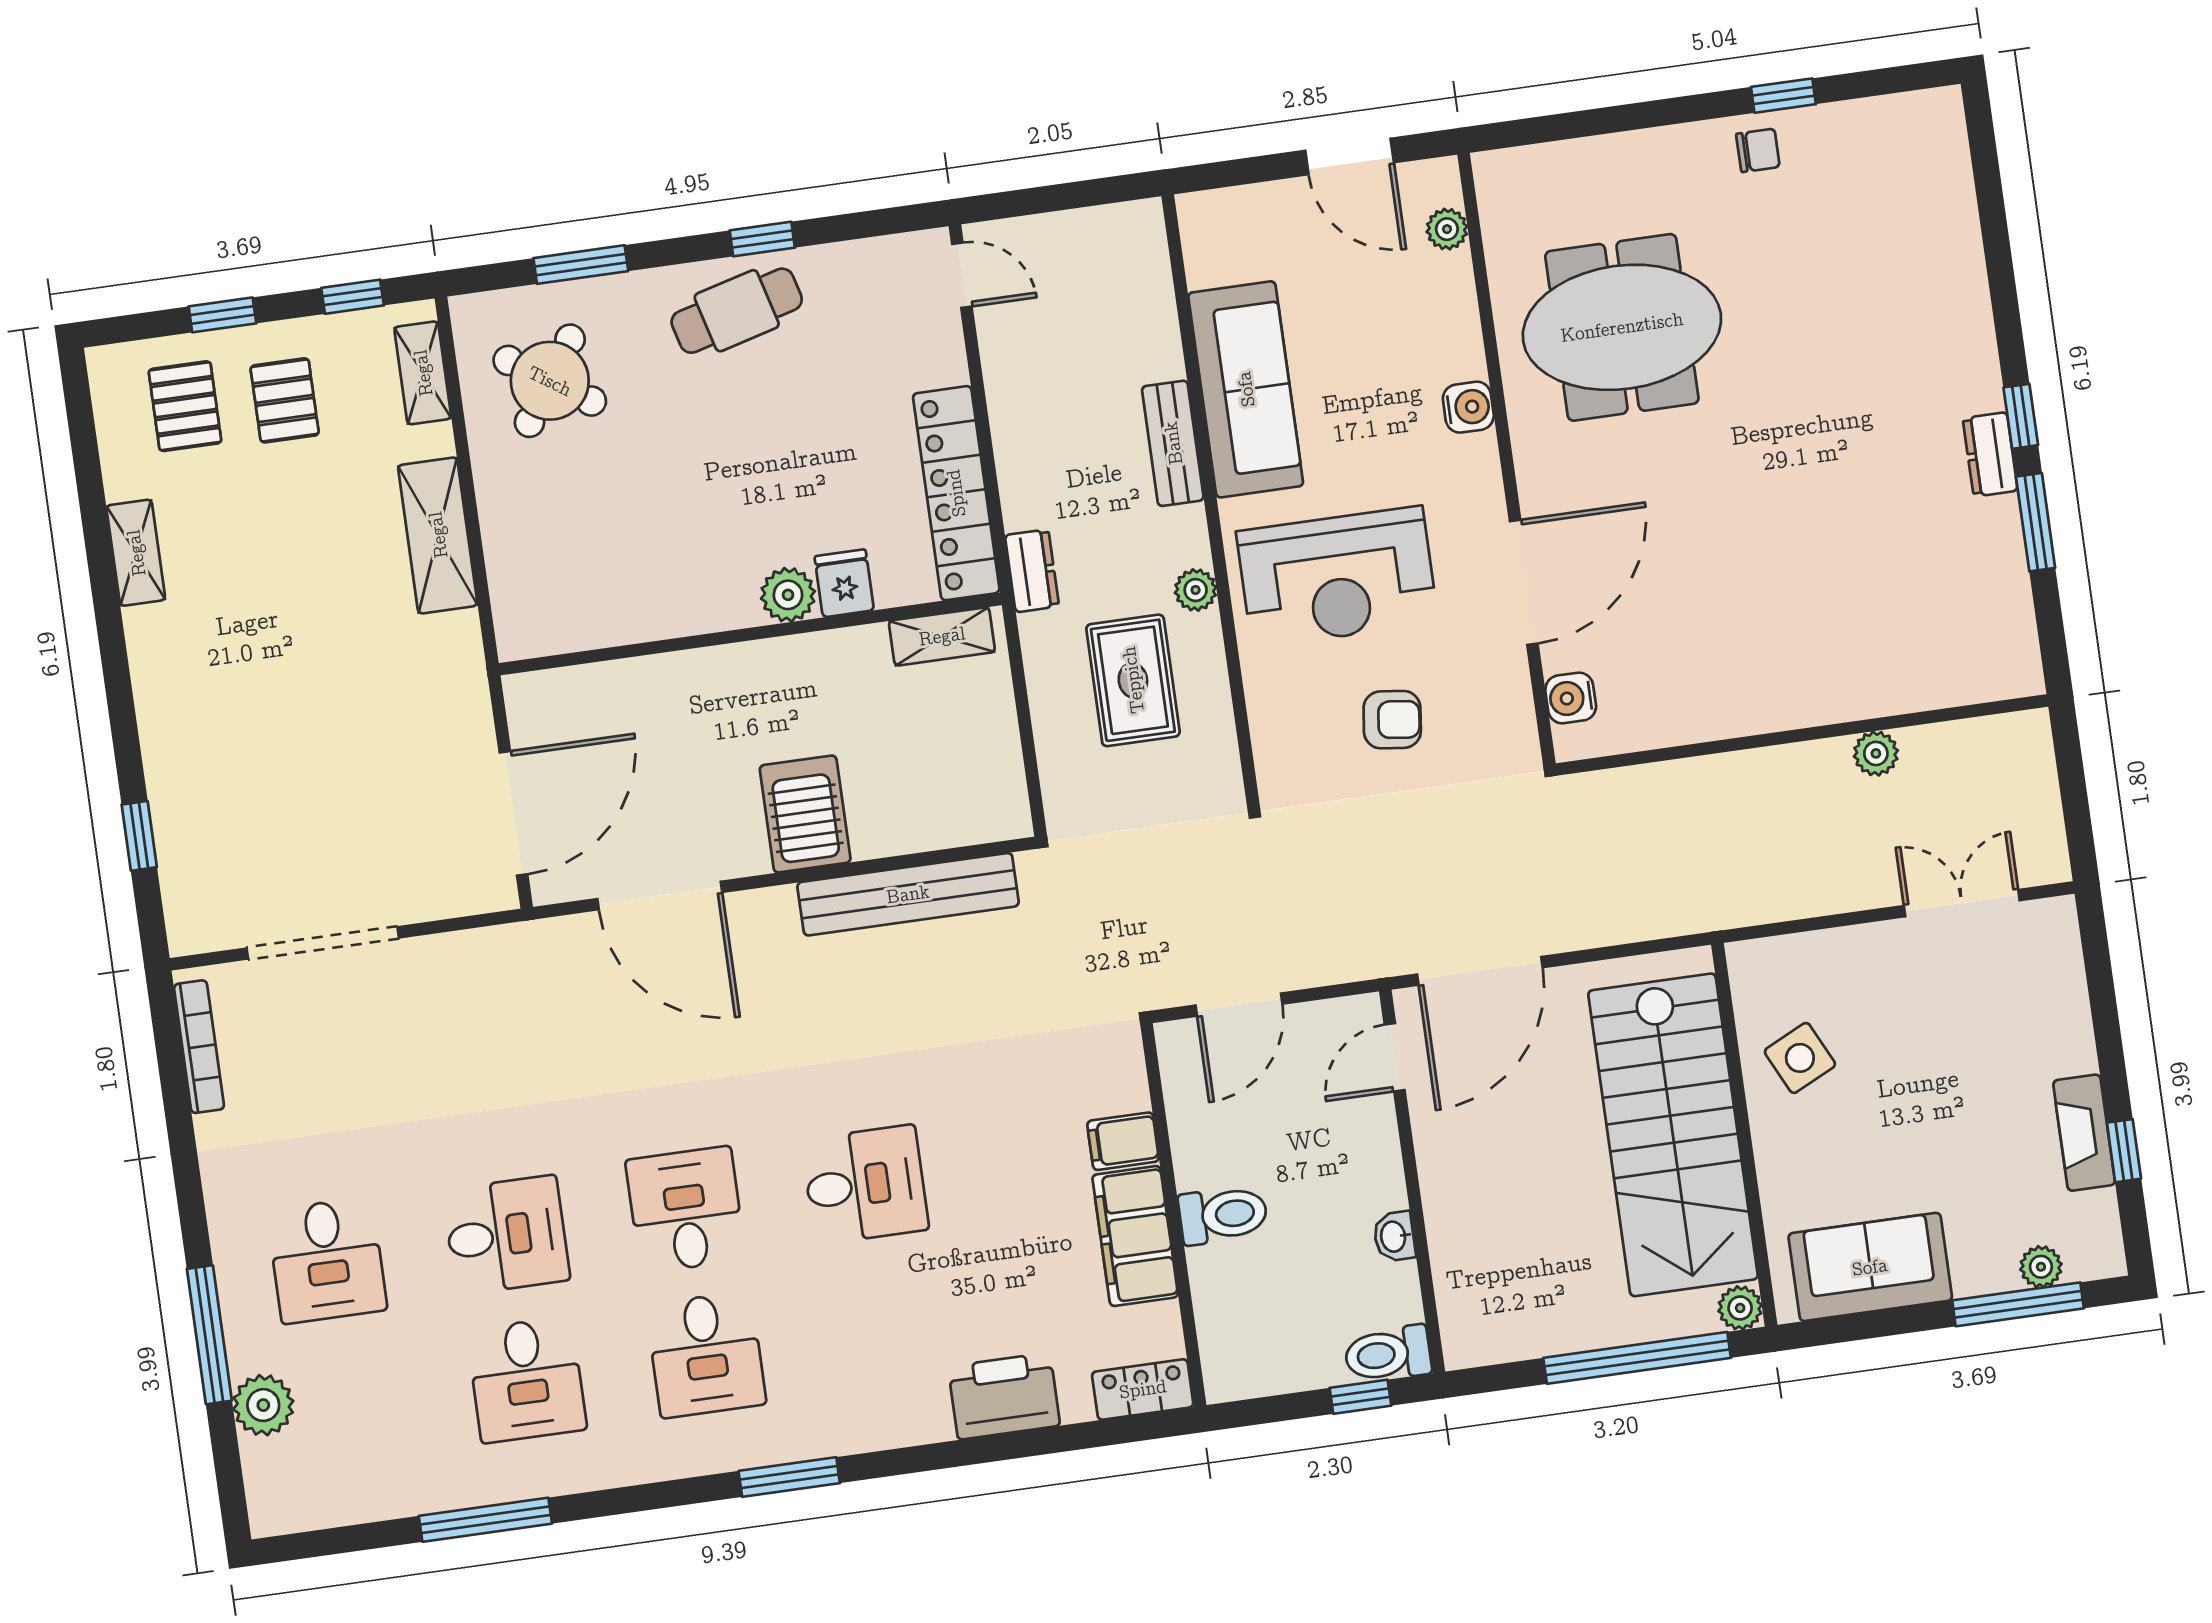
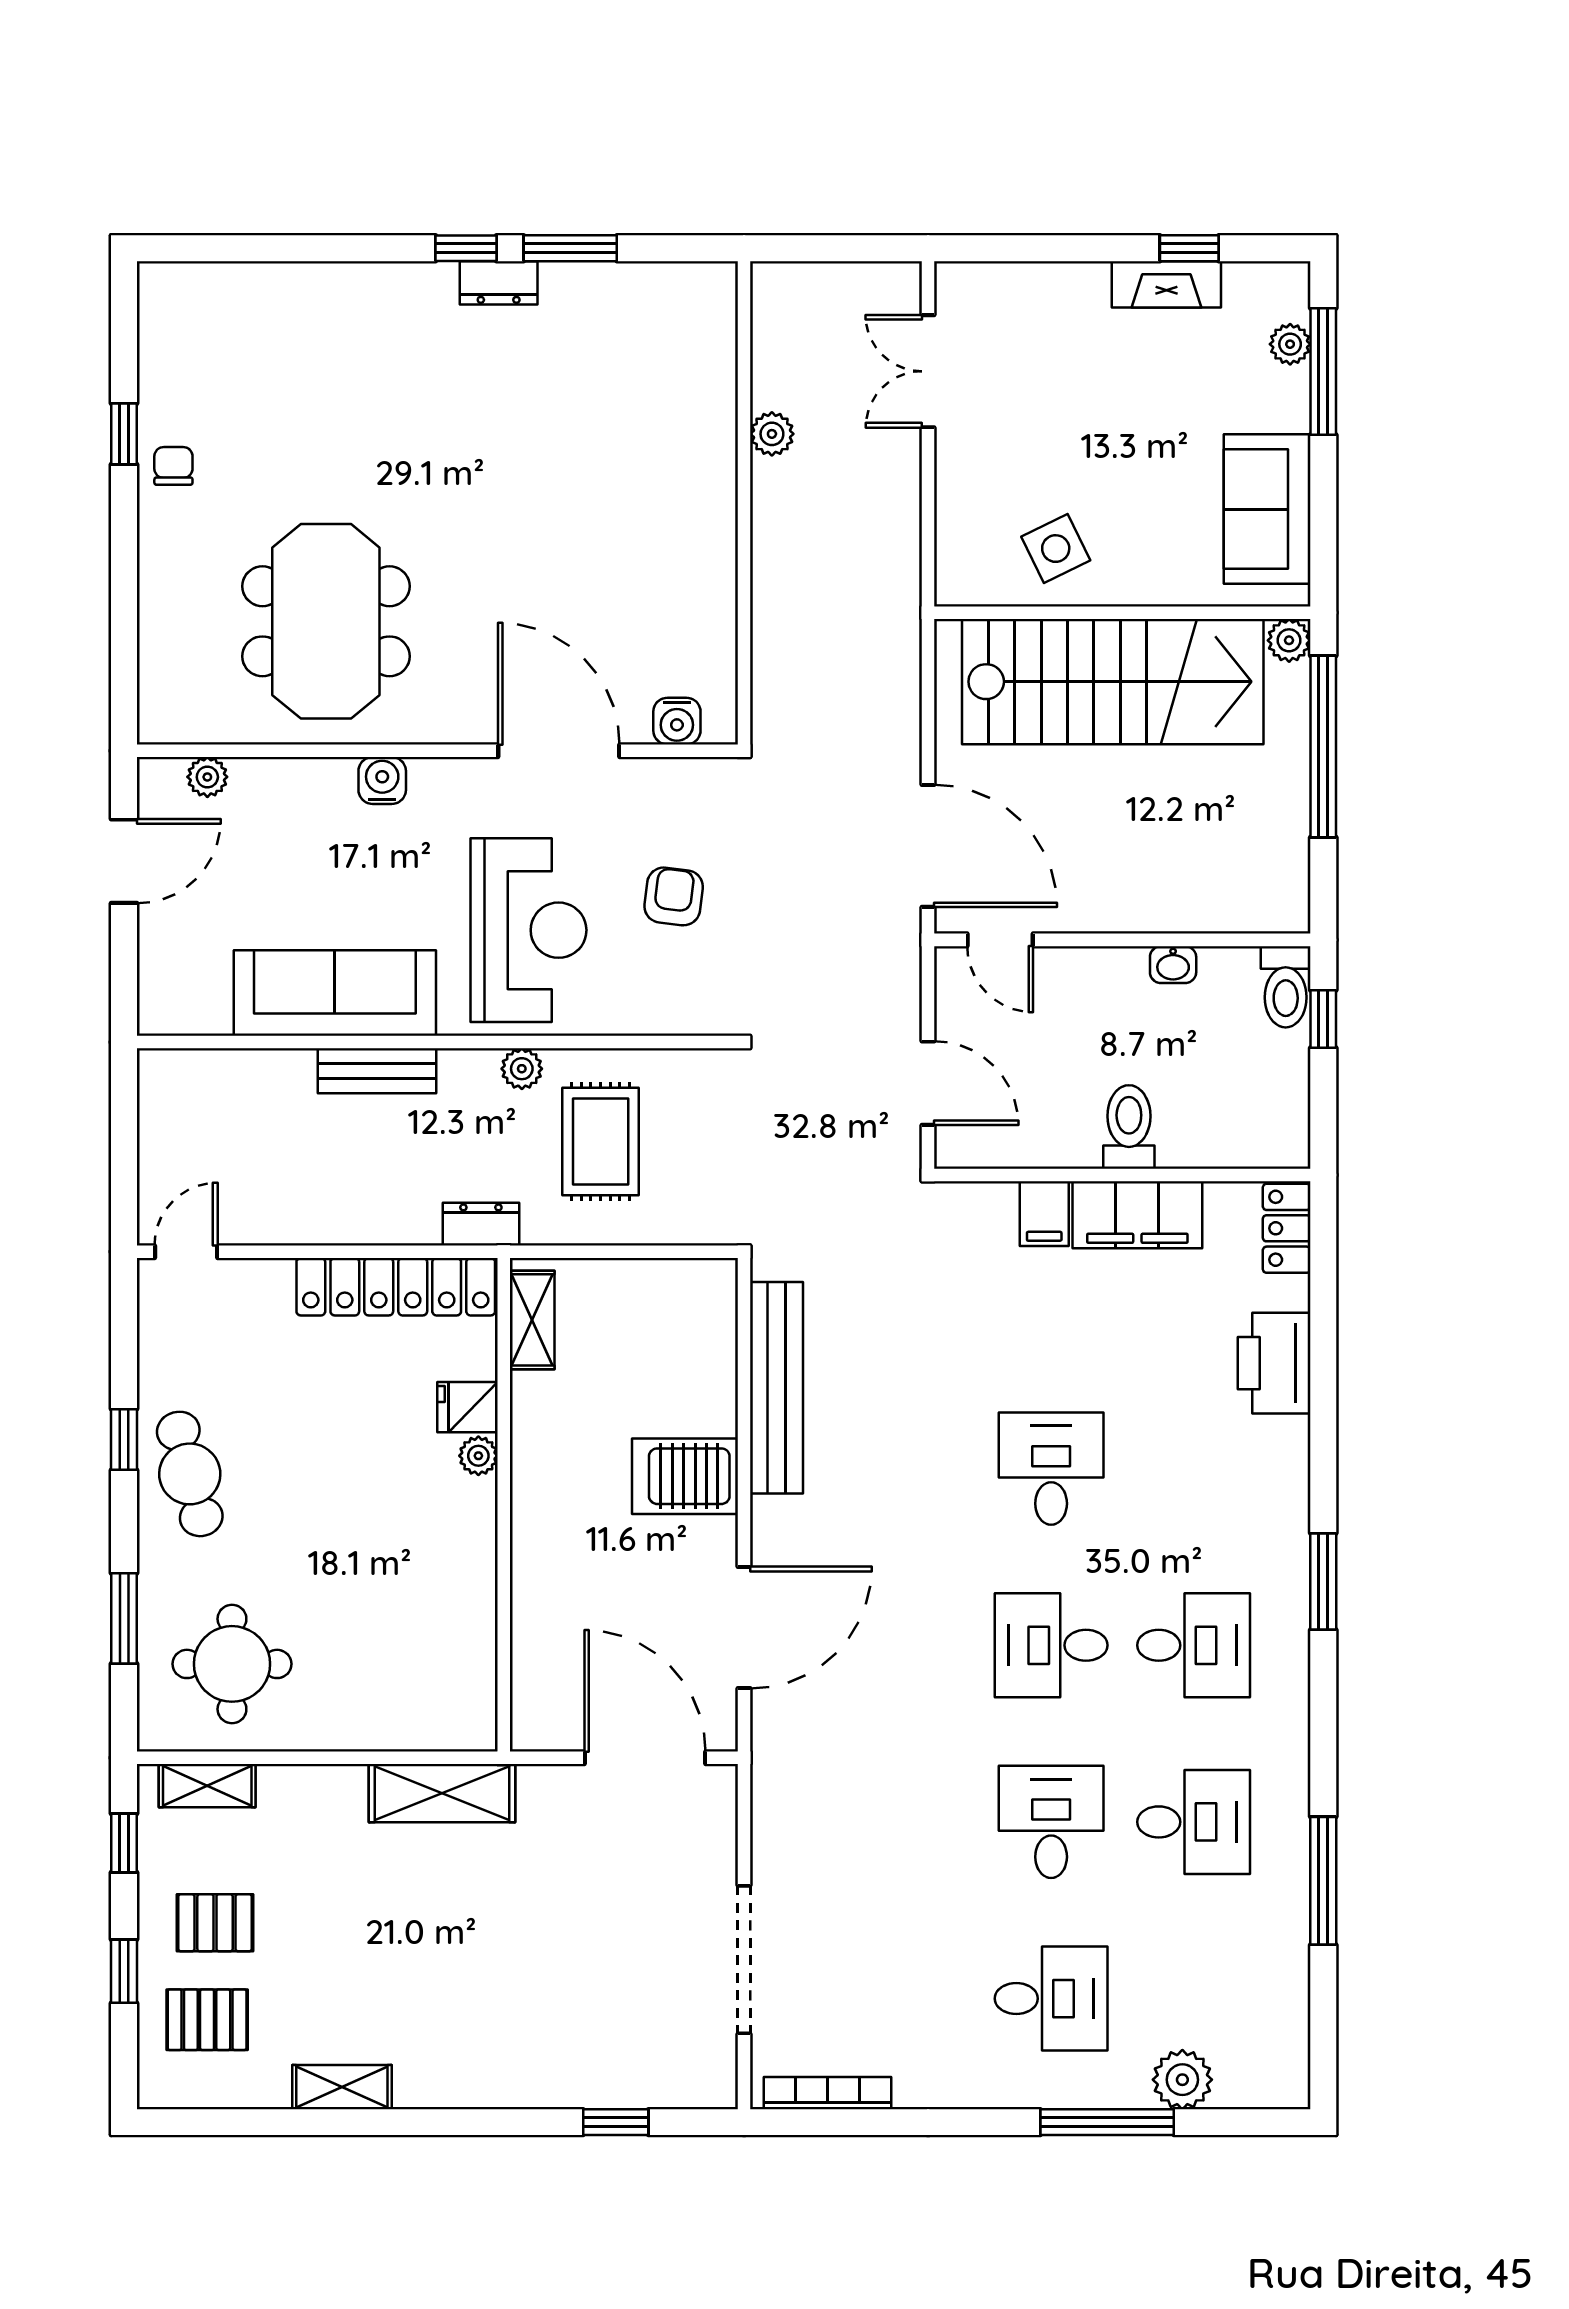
round table: (550, 381) -> (232, 1664), turned -34
shelving: (438, 535) -> (442, 1793), moved
plant: (788, 595) -> (478, 1456), width x0.73, depth x0.73
rug: (1133, 680) -> (601, 1141), turned 90

